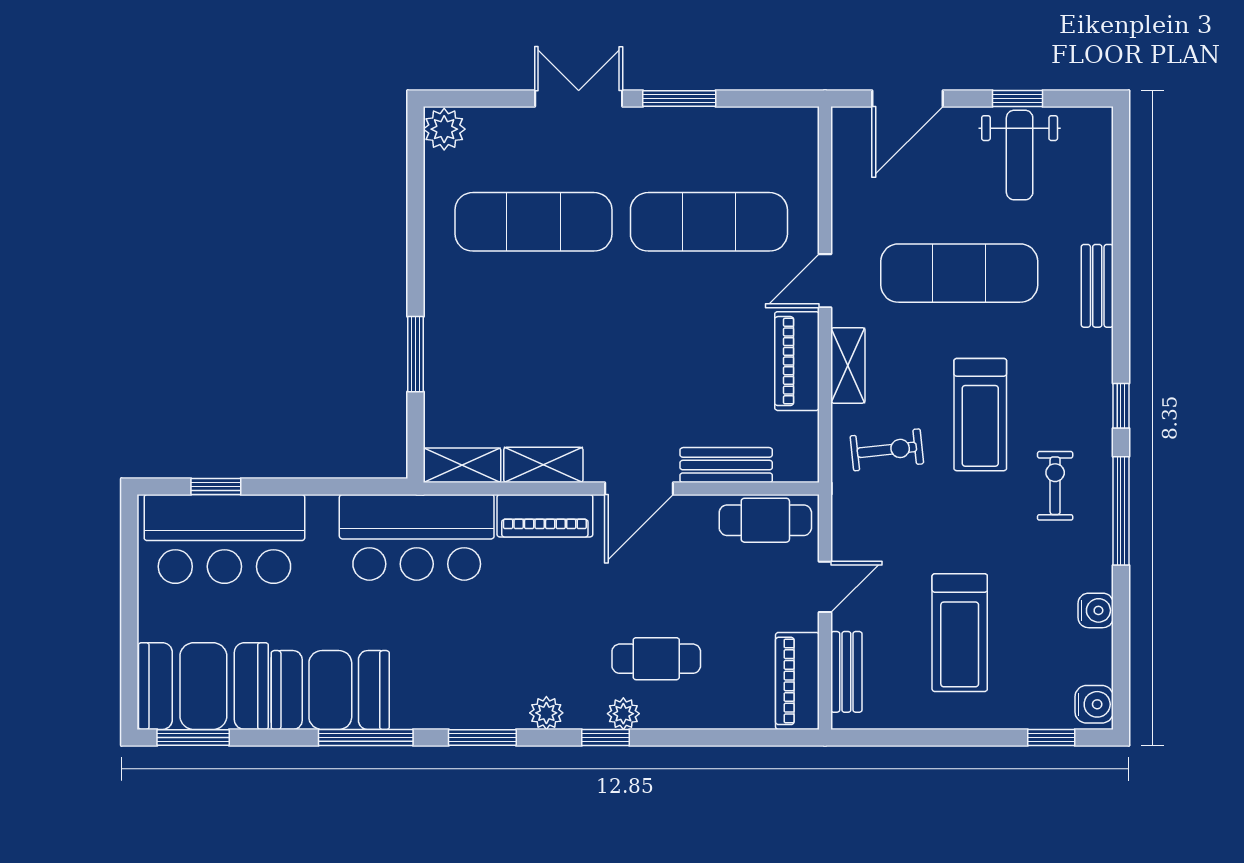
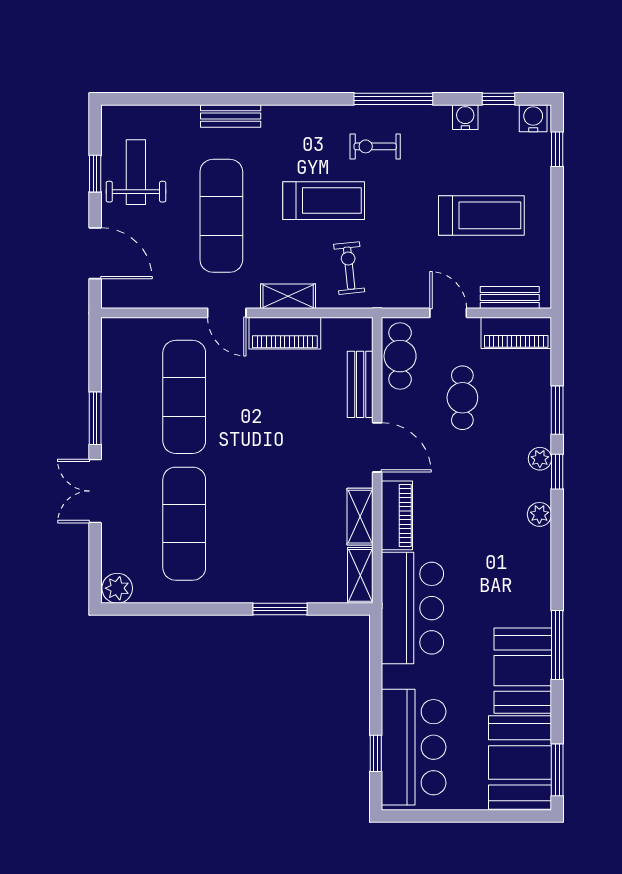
weight bench: (1020, 155) -> (136, 172), turned -90
window: (1121, 406) -> (499, 99), moved
cafe table: (656, 659) -> (462, 398), moved
window: (482, 737) -> (557, 410), moved

